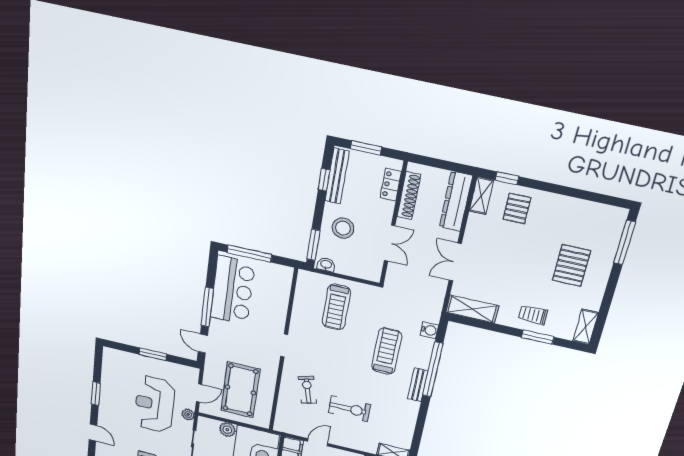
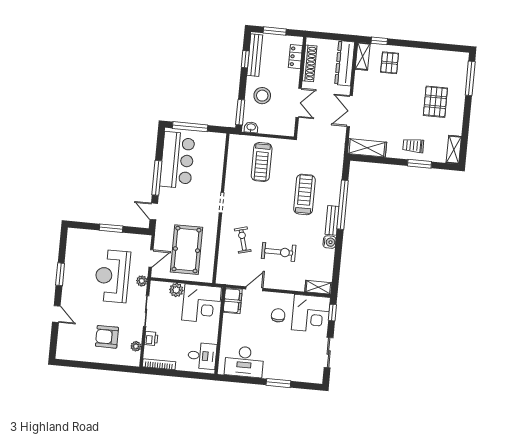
water cooler: (429, 330) -> (330, 242), moved

